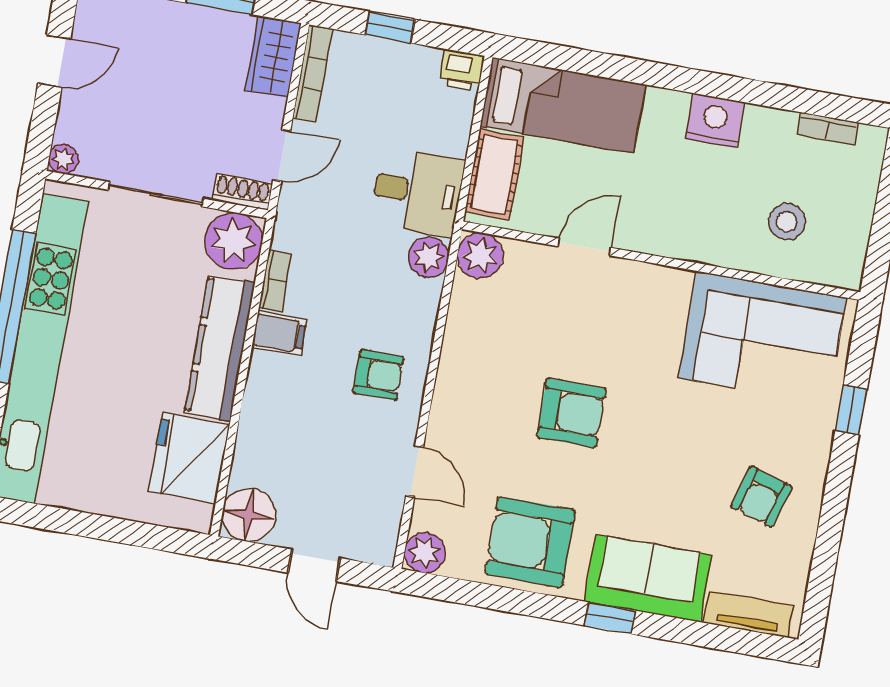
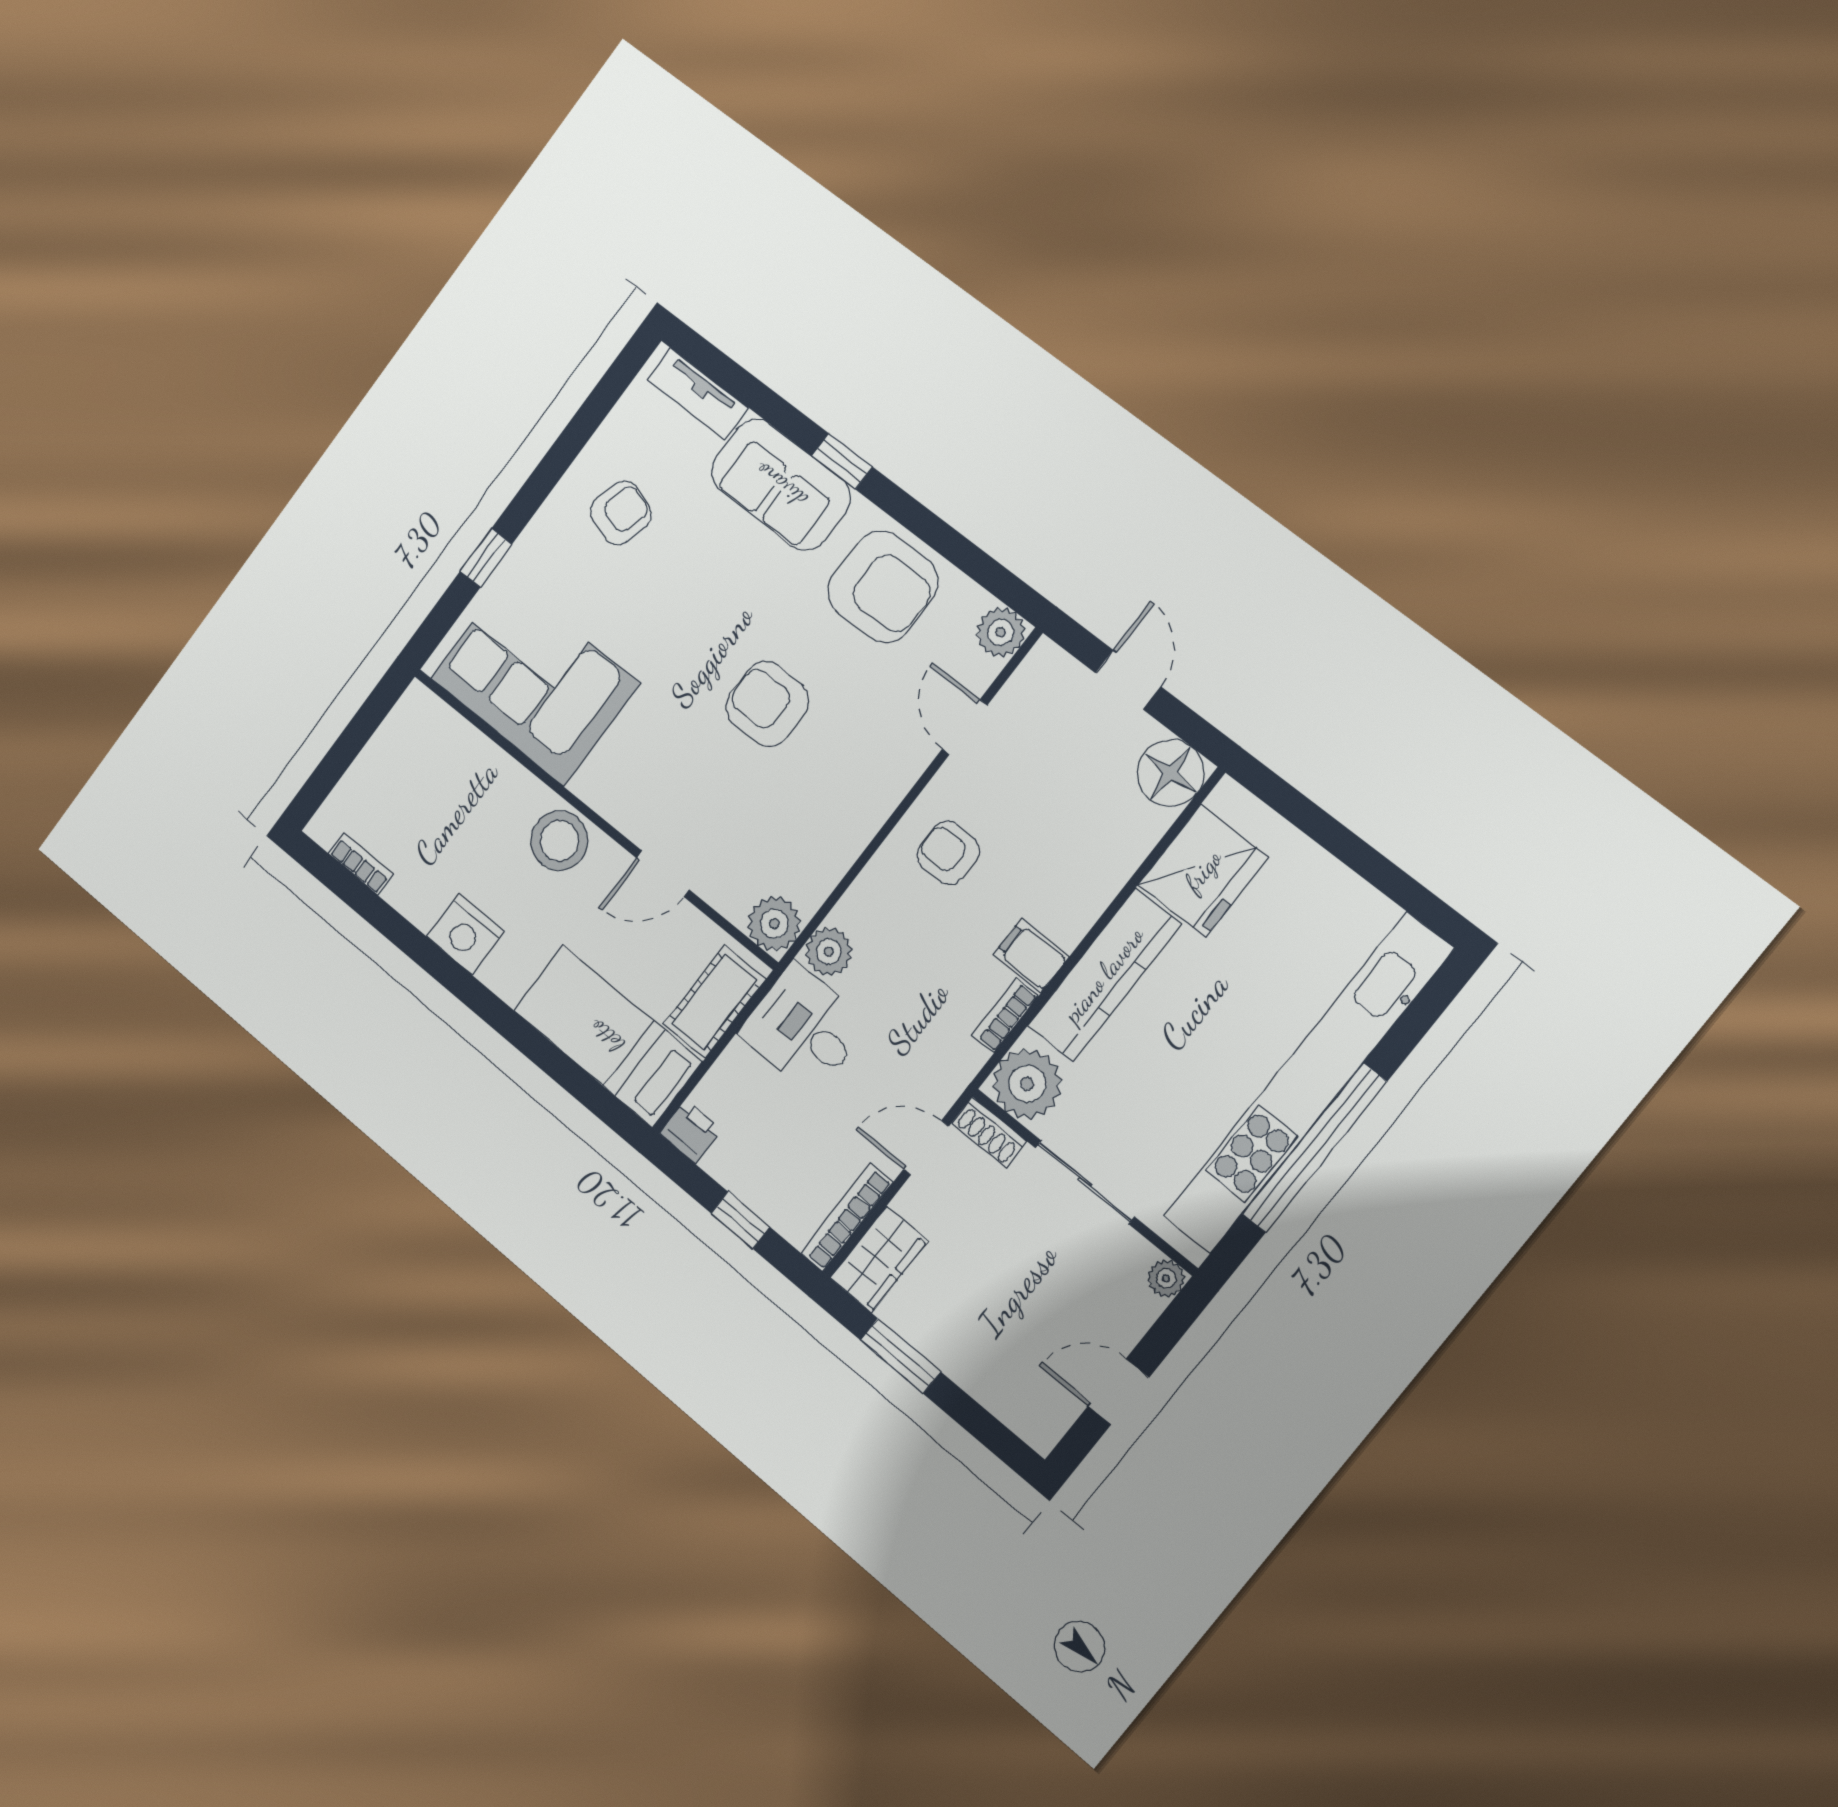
stool: (787, 222) -> (559, 841), moved, width x1.38, depth x1.38

